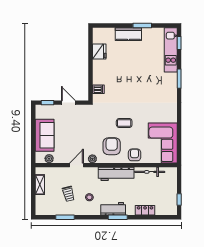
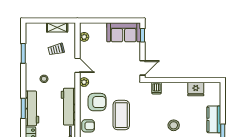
stool: (134, 73) -> (174, 125), added
door: (68, 103) -> (143, 68), moved
coffee table: (124, 123) -> (121, 115), width x1.86, depth x1.72
sofa: (45, 135) -> (124, 32), moved
trolley: (68, 194) -> (56, 49), moved
workbench: (113, 209) -> (32, 108), width x1.38

